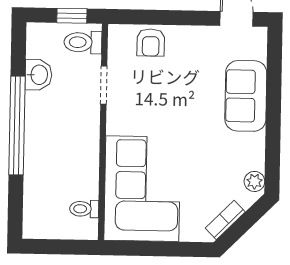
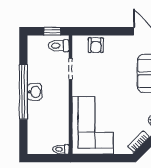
washbasin: (38, 75) -> (35, 92), moved
toilet: (84, 209) -> (61, 149), moved

